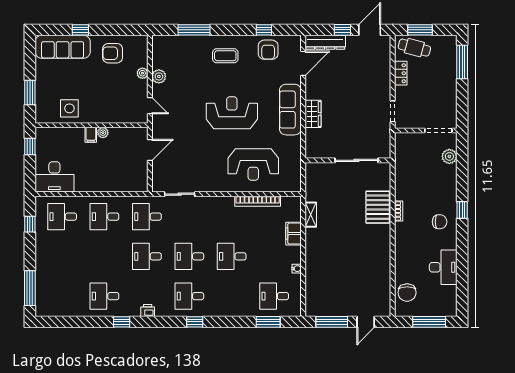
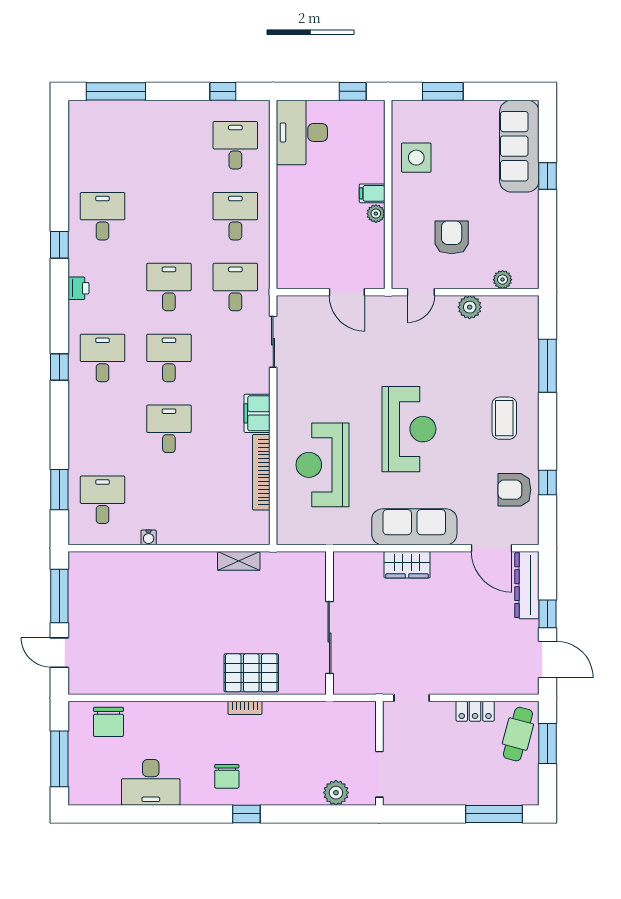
armchair: (113, 53) -> (452, 237), moved
plant: (142, 73) -> (503, 280), moved
filing cabinet: (293, 234) -> (257, 413), moved, turned -90
chair: (407, 293) -> (108, 722), turned -90

